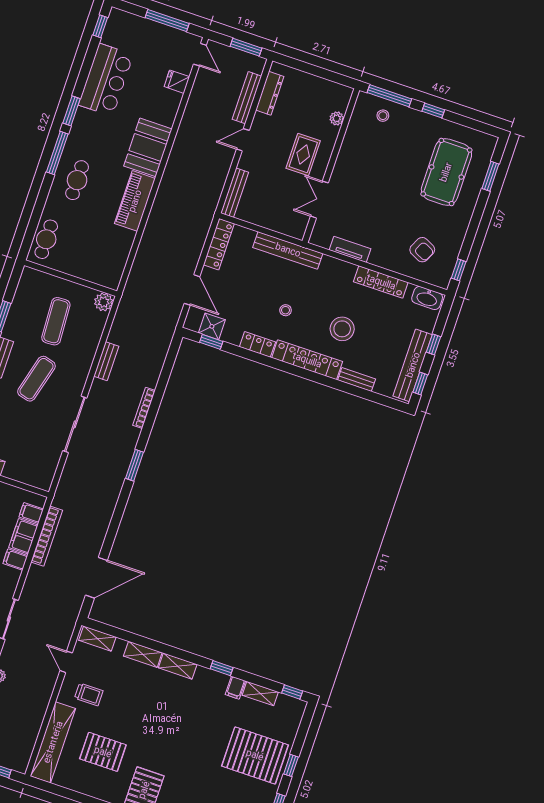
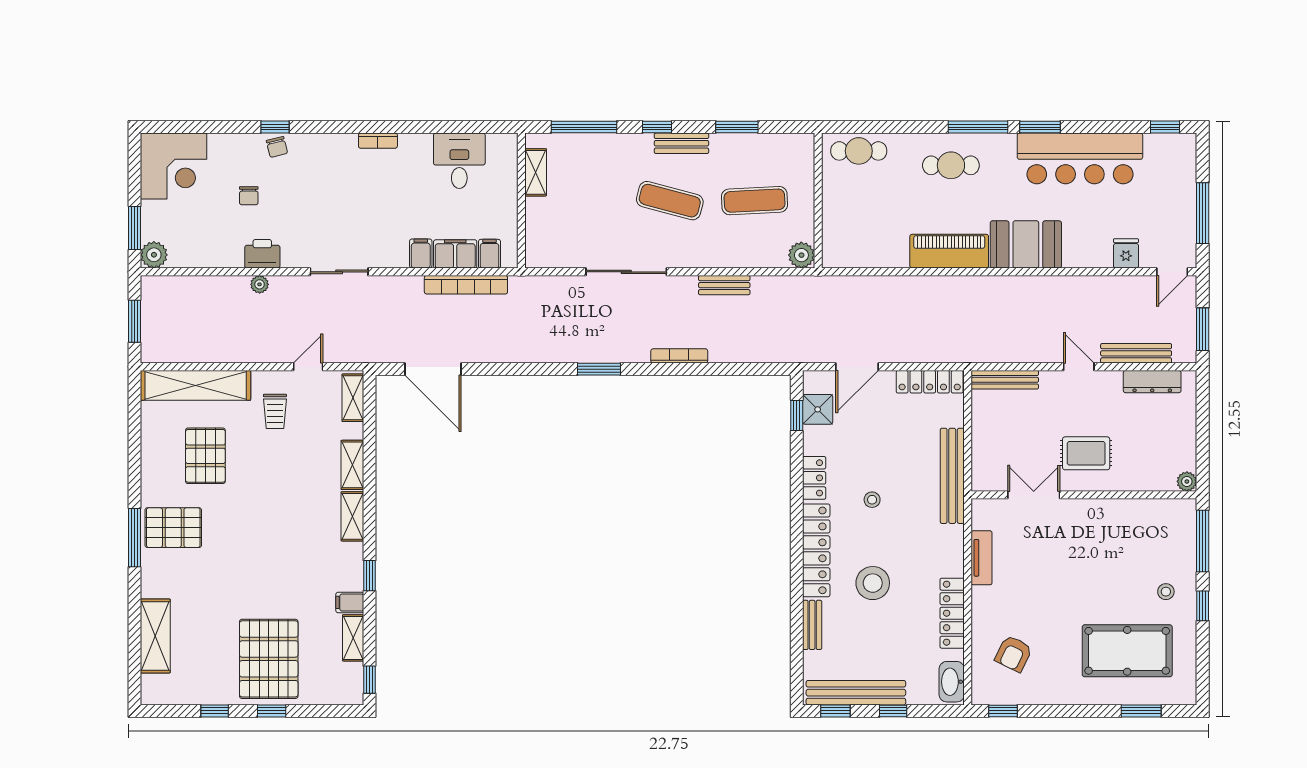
bar counter: (106, 80) -> (1080, 158), width x1.36
stool: (383, 116) -> (1166, 592), moved
plant: (337, 118) -> (1187, 481), moved

